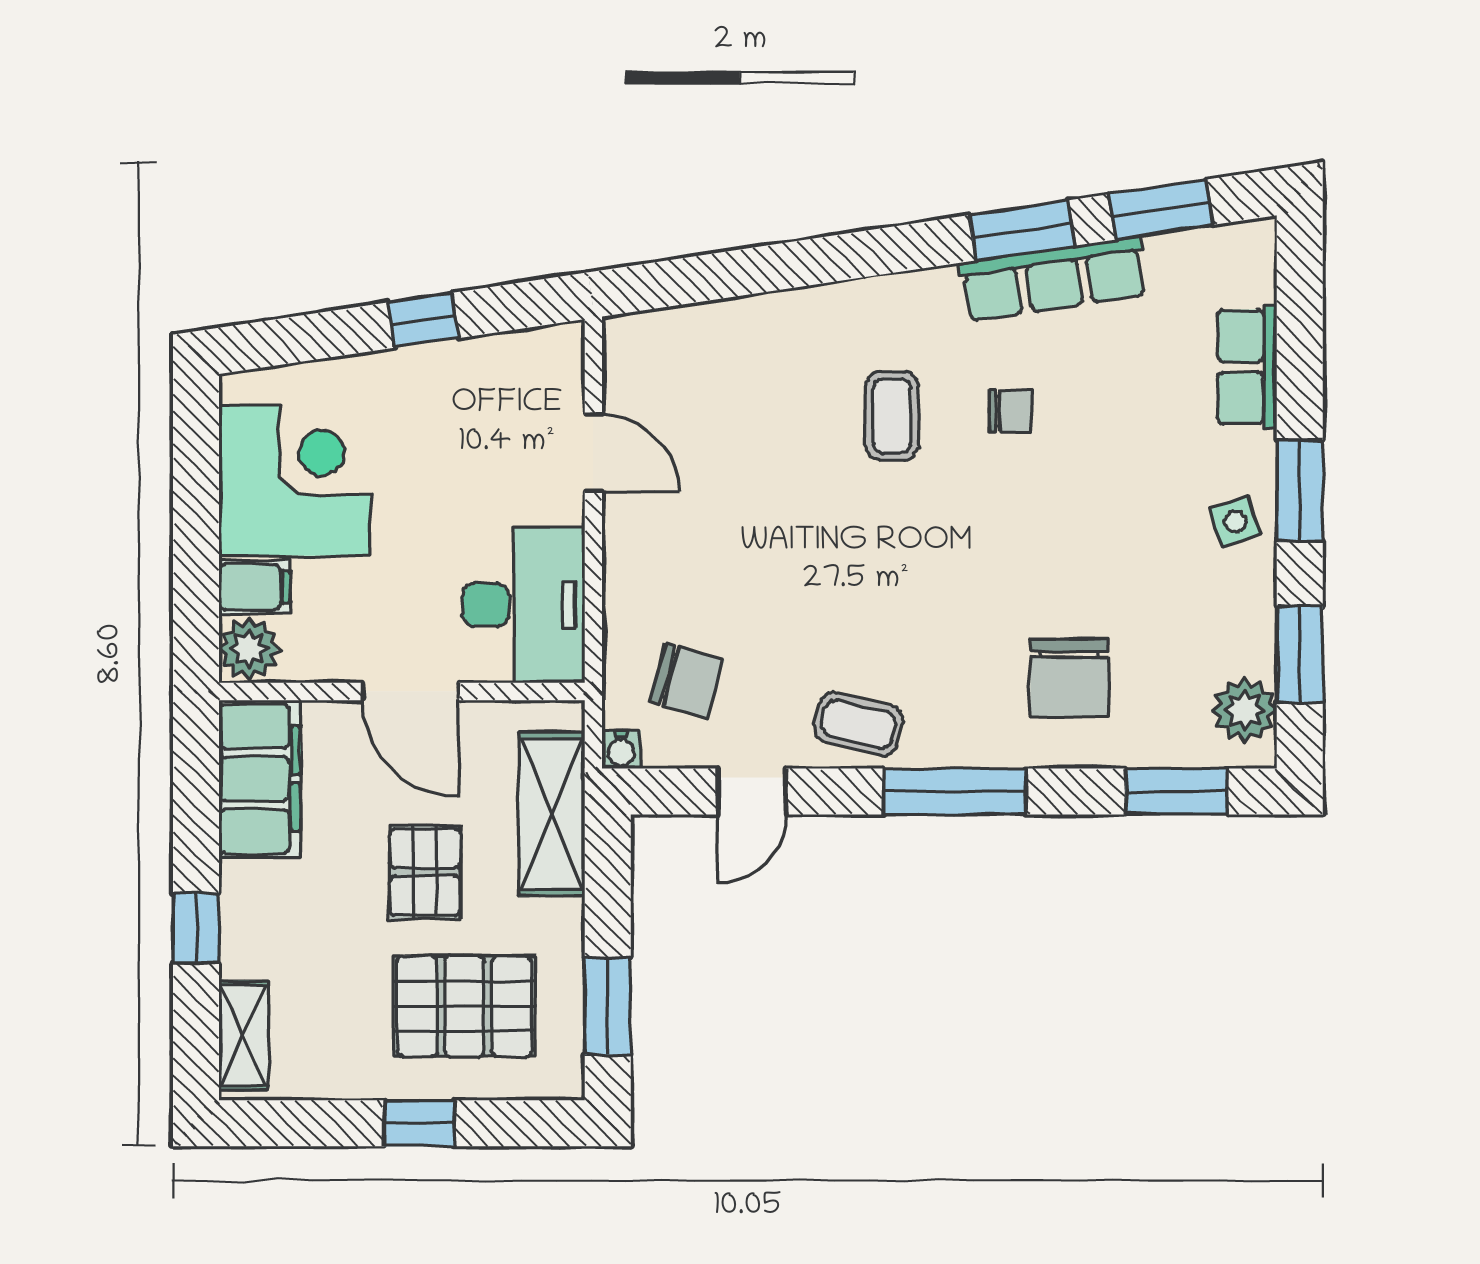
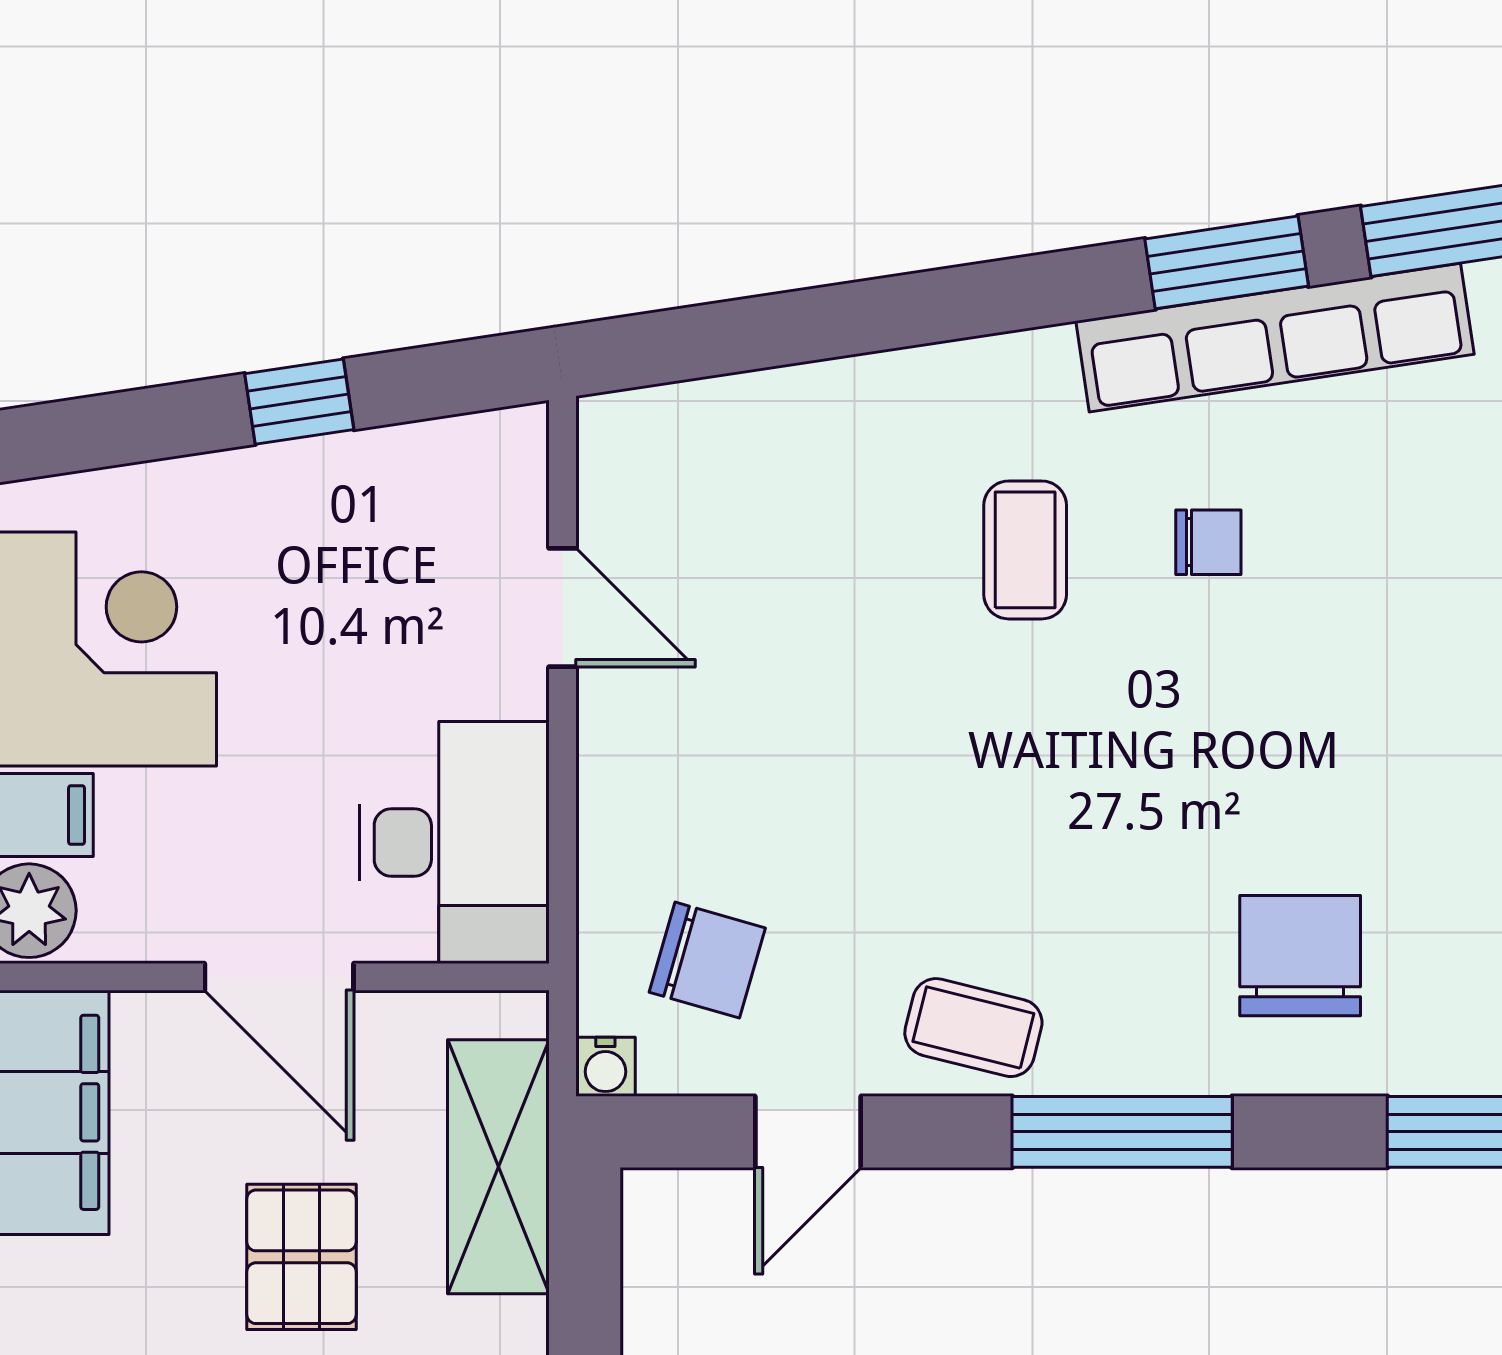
row of seats: (1053, 279) -> (1275, 338), width x1.36
chair: (1069, 678) -> (1300, 956), turned 180

